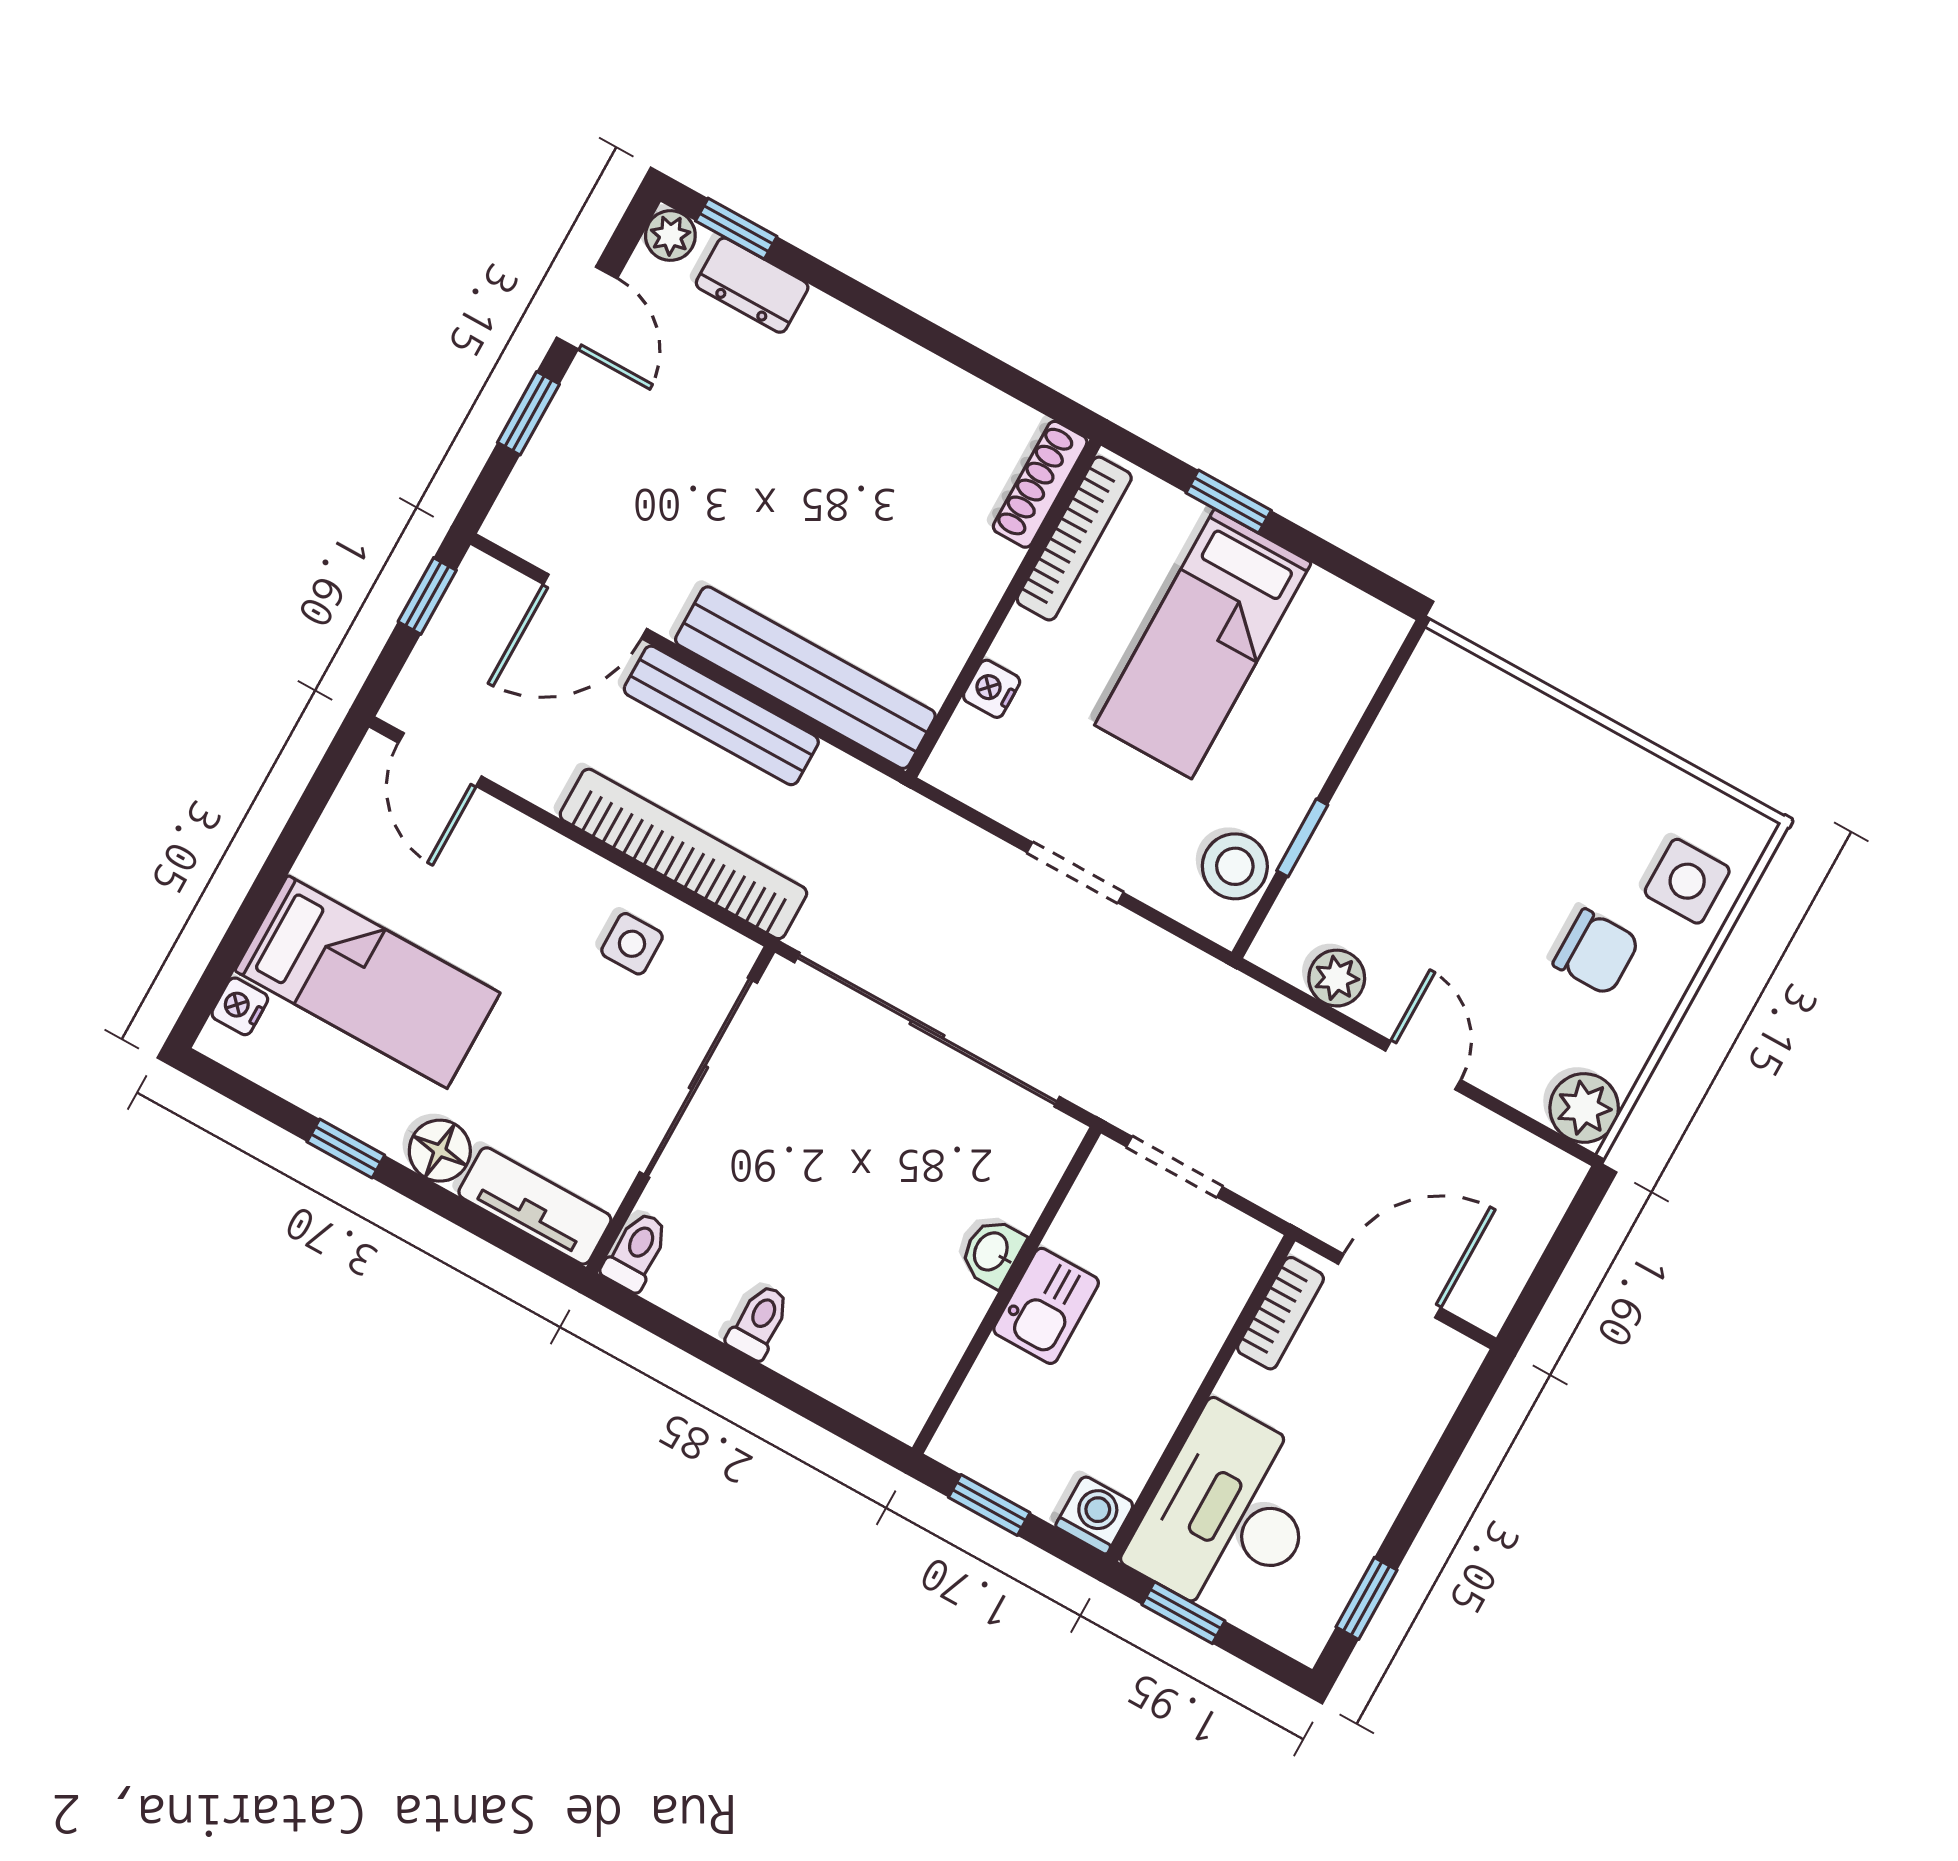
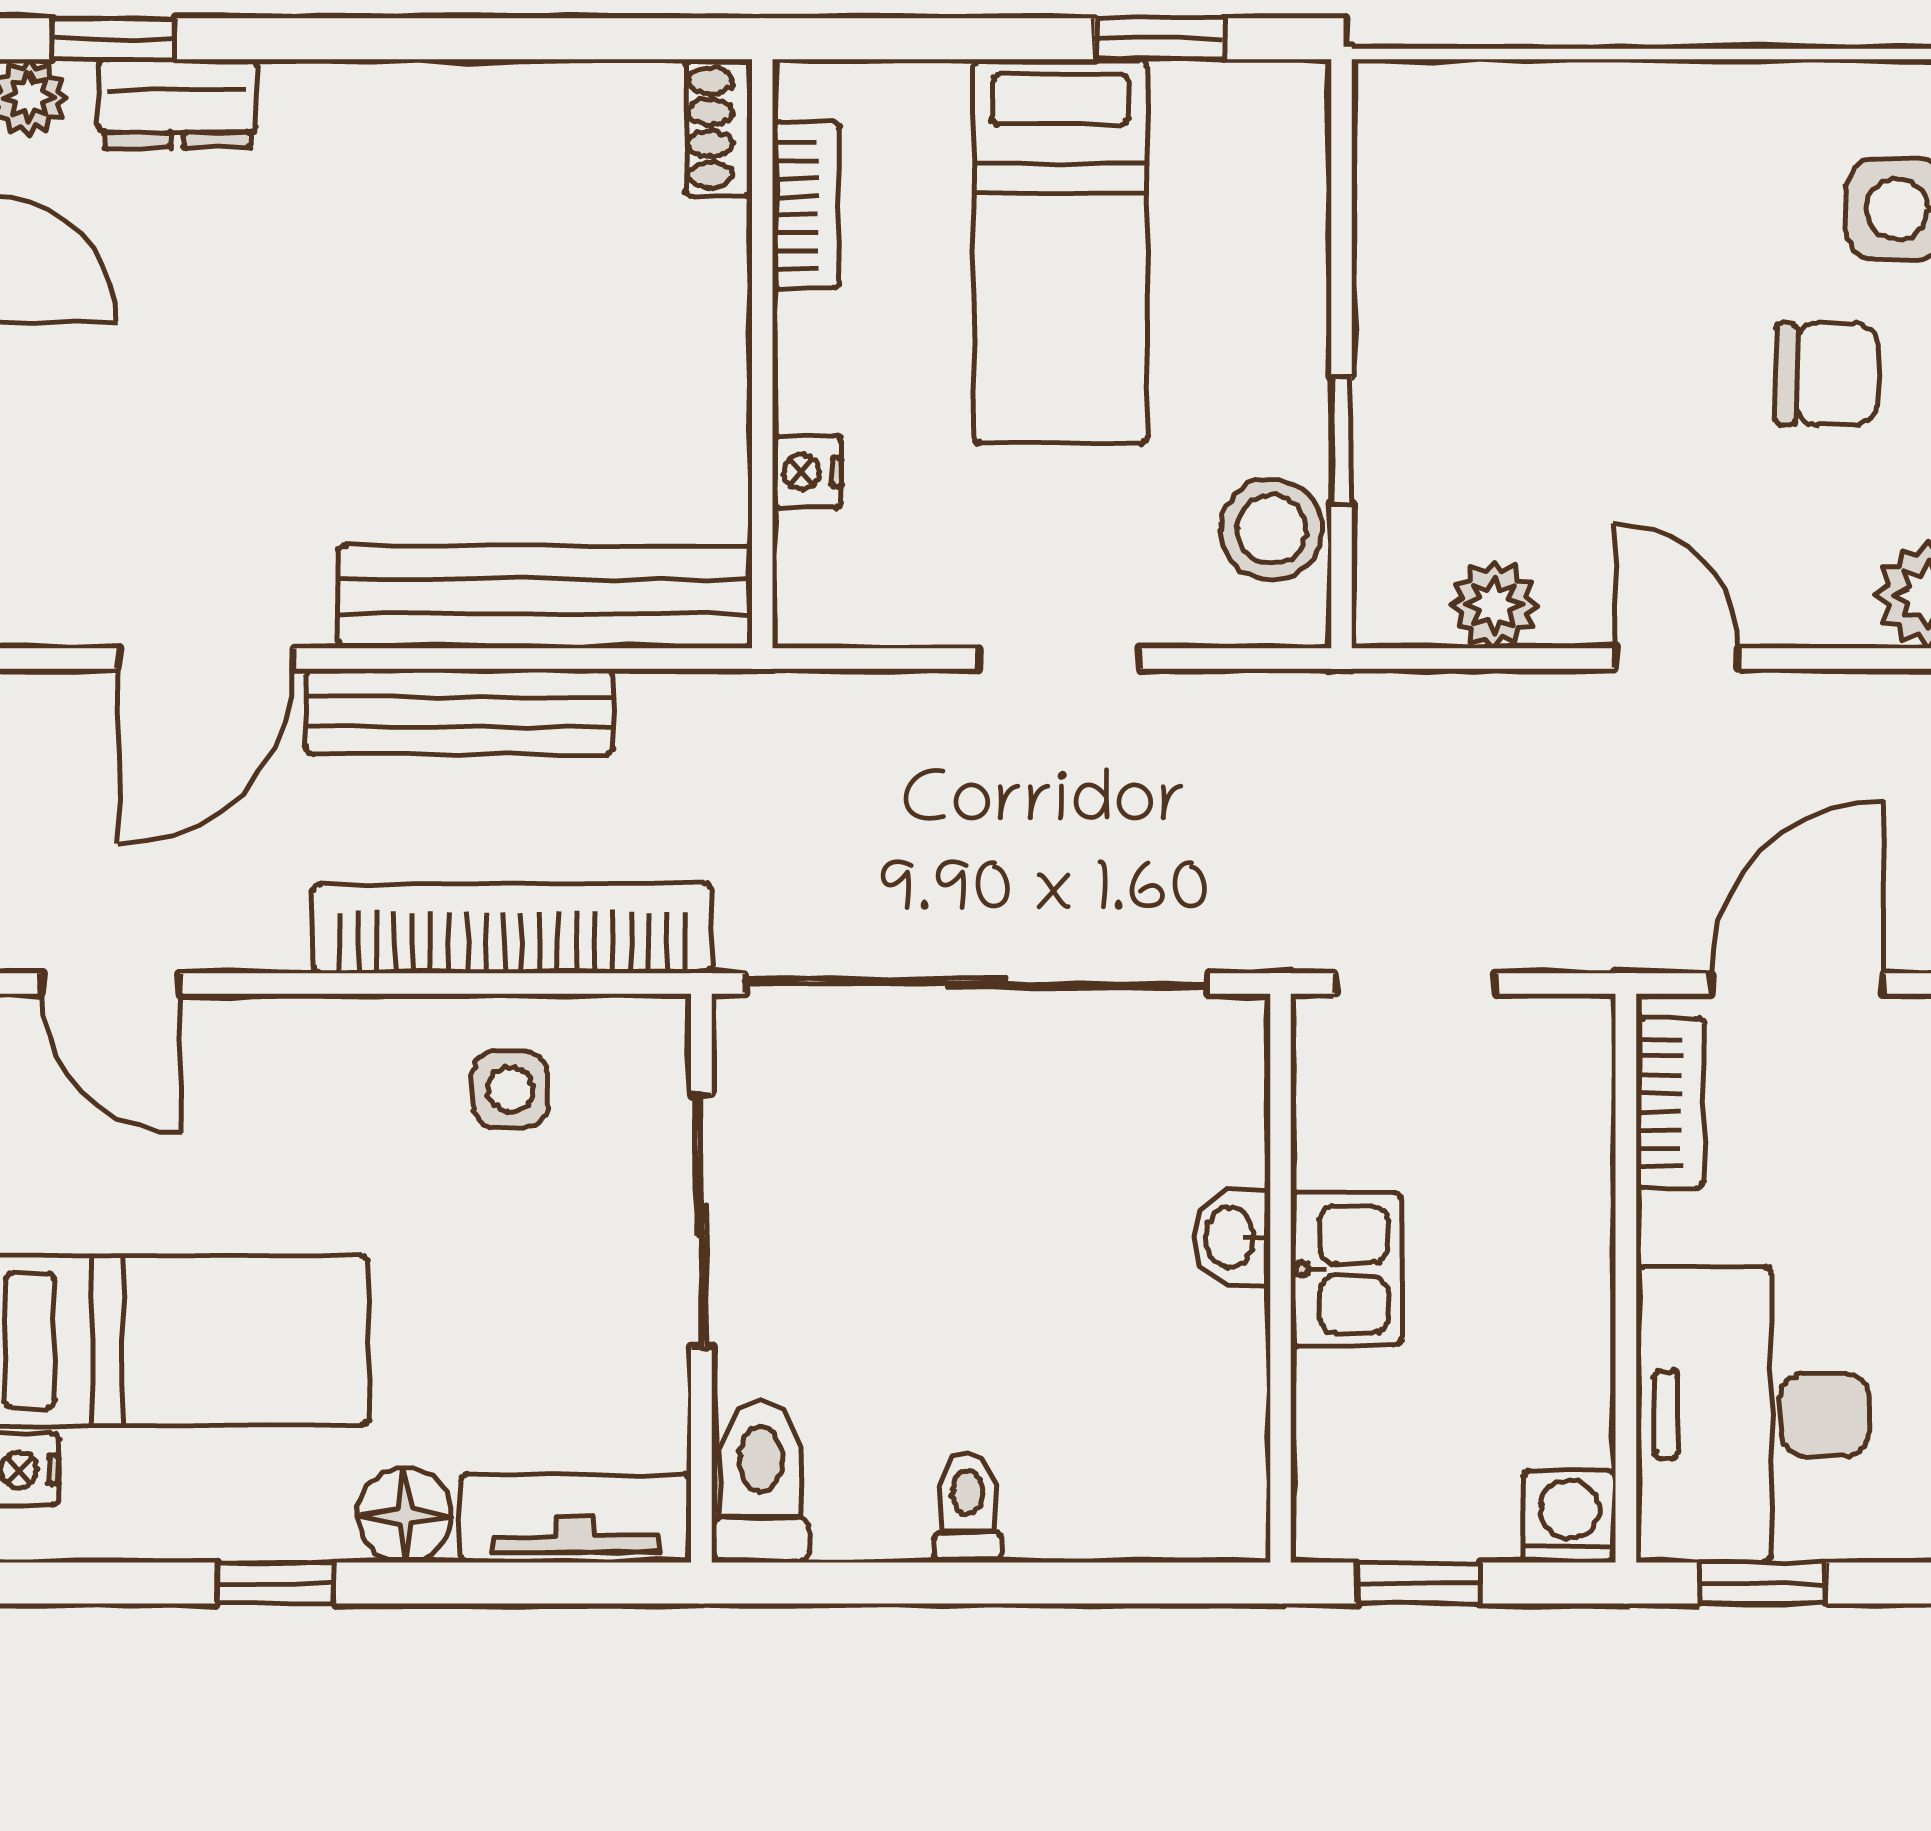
shoe rack: (1040, 484) -> (719, 128), width x0.70
window: (1229, 502) -> (1160, 39), moved
bookcase: (1074, 539) -> (806, 205), width x0.64
sliding door: (698, 1078) -> (701, 1221), width x0.73
toilet: (636, 1251) -> (761, 1482), width x1.37, depth x1.39

